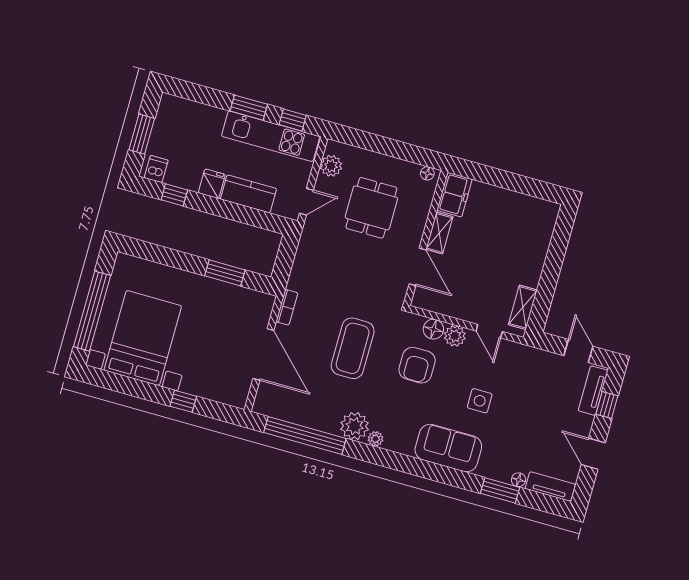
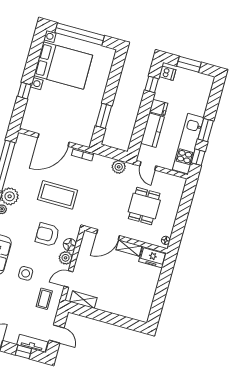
plant: (331, 166) -> (119, 167), moved
dining table: (371, 208) -> (144, 206), turned 90
door: (578, 351) -> (57, 334), hinge flipped
coffee table: (521, 371) -> (44, 299), added

